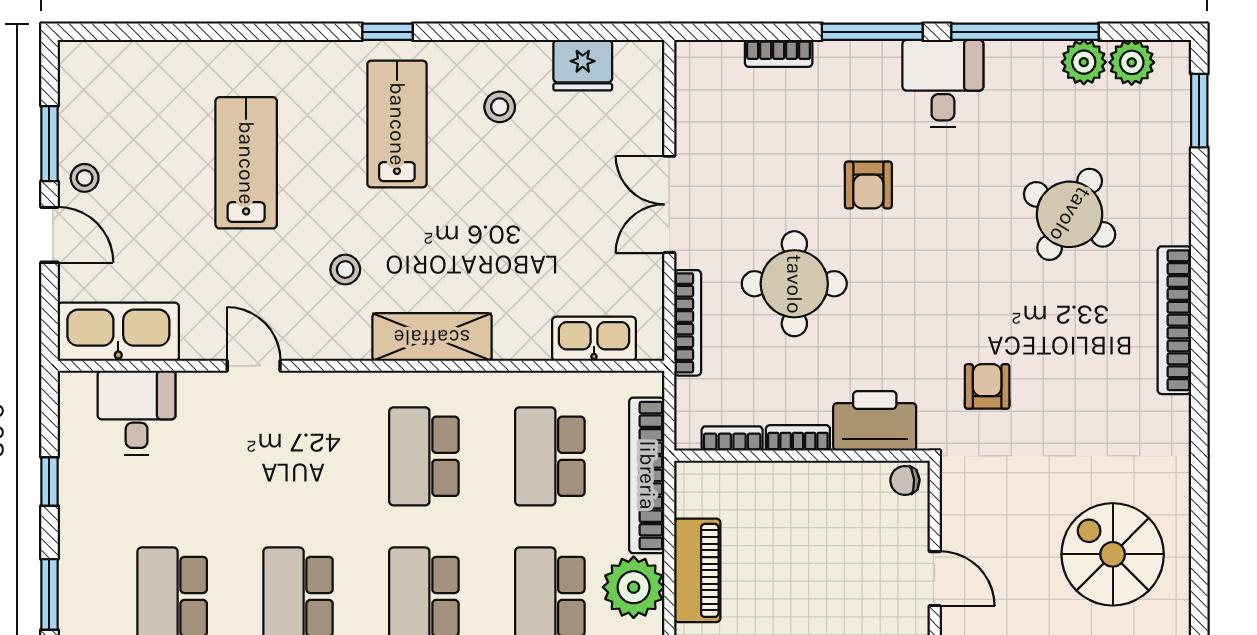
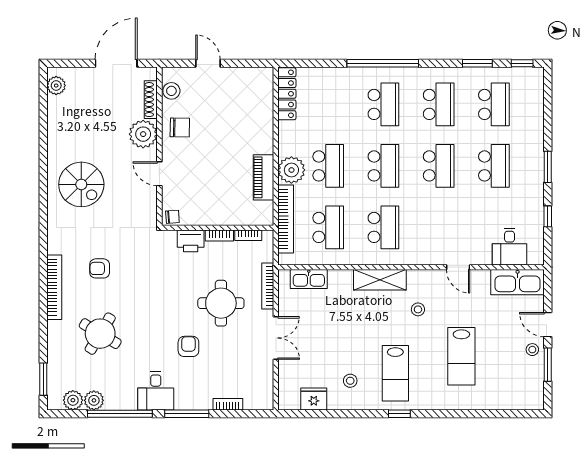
armchair: (987, 386) -> (100, 268), moved, turned 90
printer: (875, 421) -> (191, 241), width x0.73, depth x0.84

